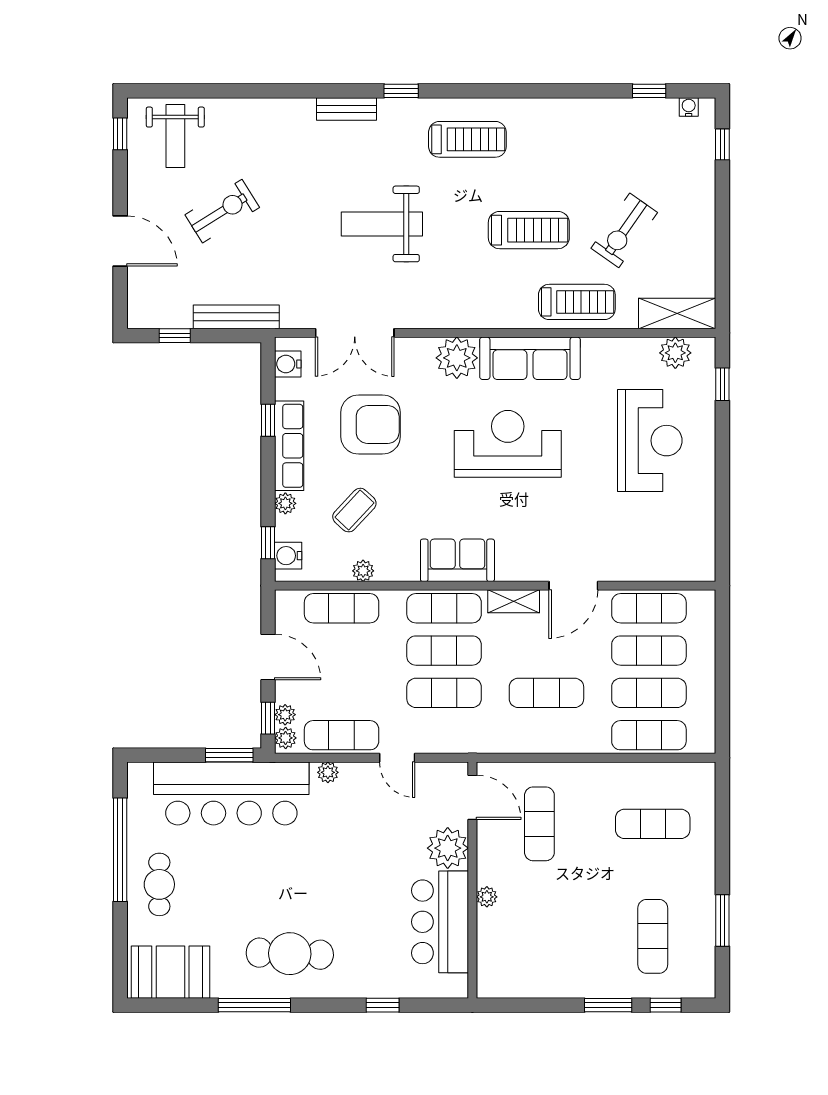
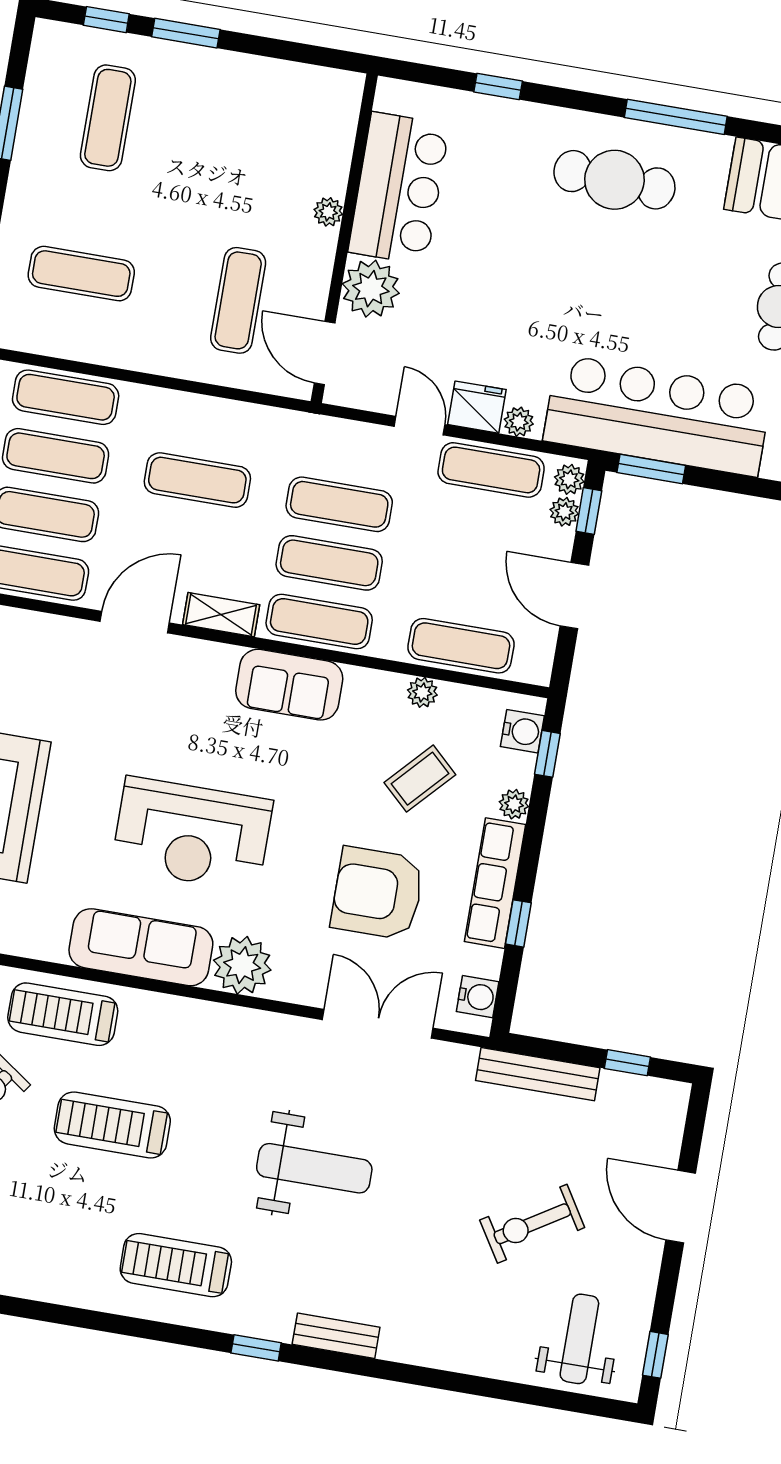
fridge: (359, 778) -> (477, 407), added

